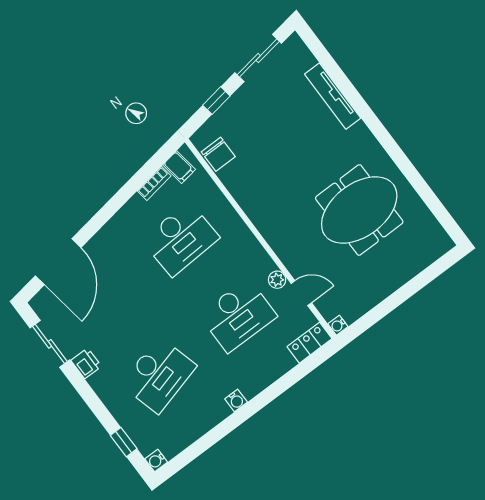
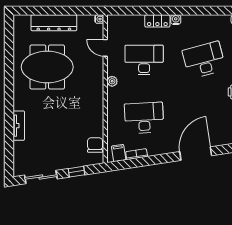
tv unit: (333, 96) -> (19, 126), width x0.71
door: (58, 262) -> (196, 154), moved
dresser: (394, 275) -> (54, 23), added
plant: (277, 280) -> (112, 81), moved
locker: (310, 343) -> (157, 21), moved

